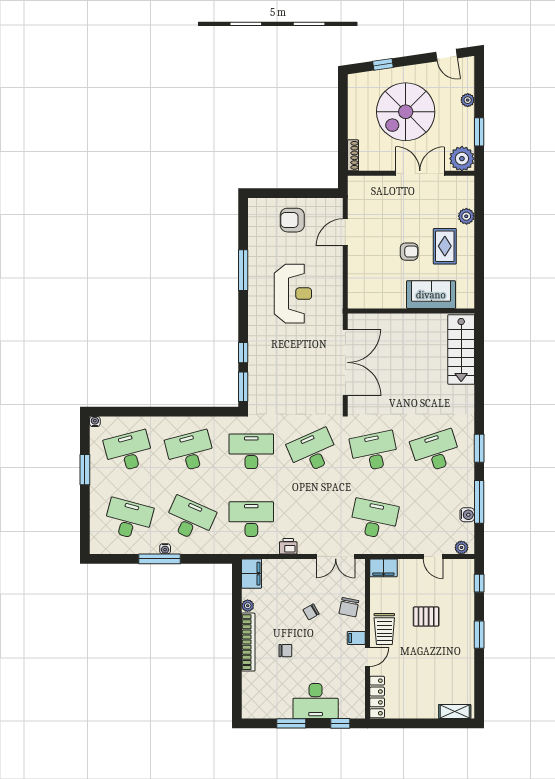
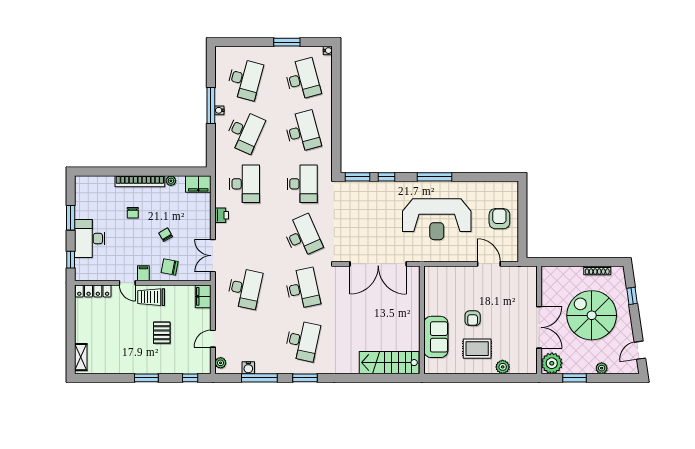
shoe rack: (353, 155) -> (597, 270), moved
window: (243, 270) -> (435, 177), moved
reception desk: (293, 294) -> (437, 219), width x1.36, depth x1.30
desk: (436, 451) -> (302, 341), turned 30

